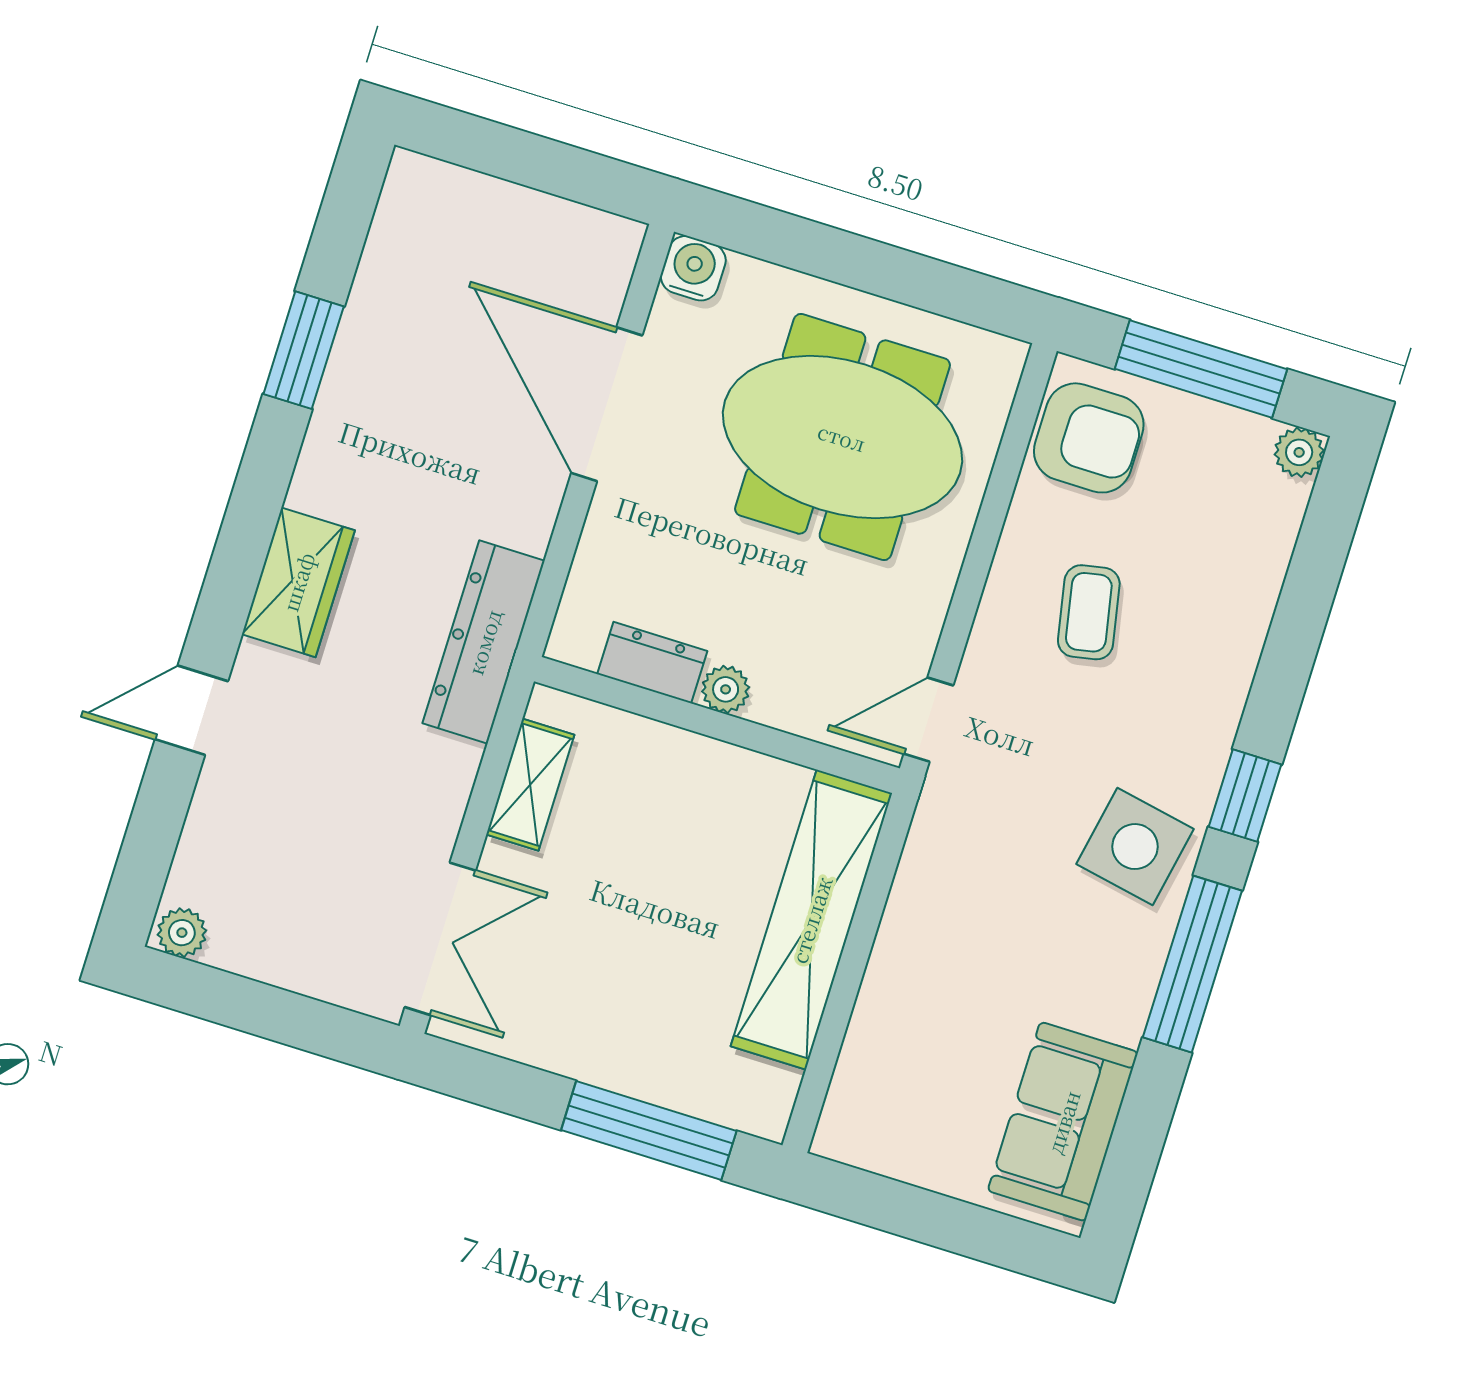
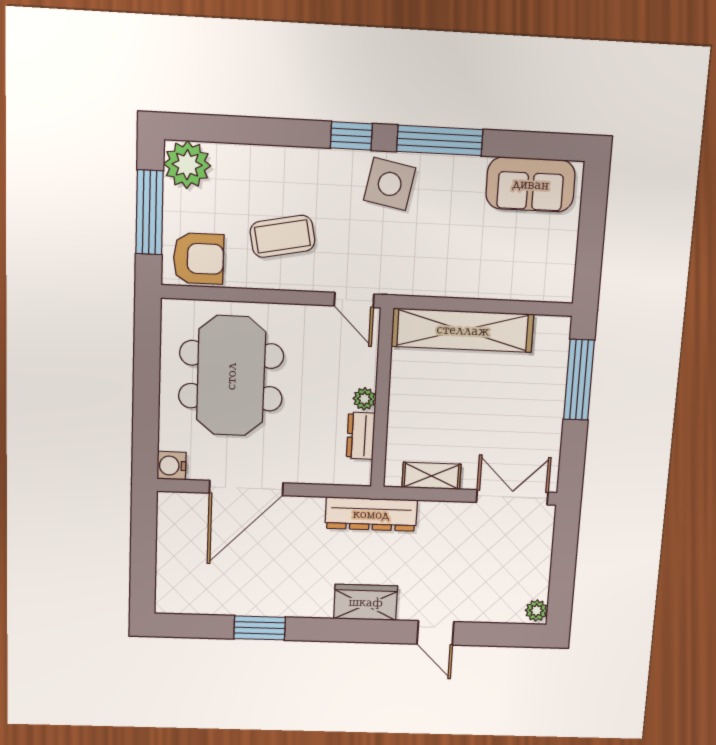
armchair: (1089, 438) -> (198, 259), turned 90
plant: (1299, 452) -> (187, 165), width x1.88, depth x1.88
coffee table: (1089, 612) -> (282, 236), width x1.36, depth x1.30

